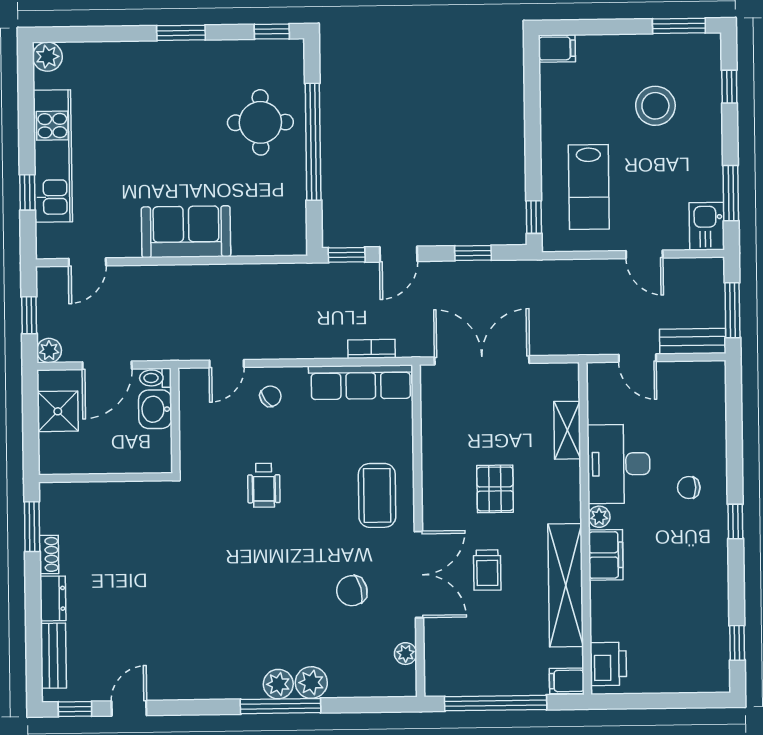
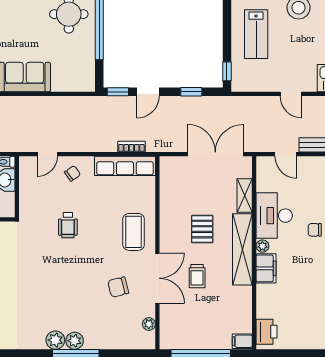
lab bench: (589, 187) -> (256, 34), moved
double door: (482, 360) -> (215, 154), moved
shelving: (566, 585) -> (242, 249), moved
plant: (311, 683) -> (55, 340), moved

